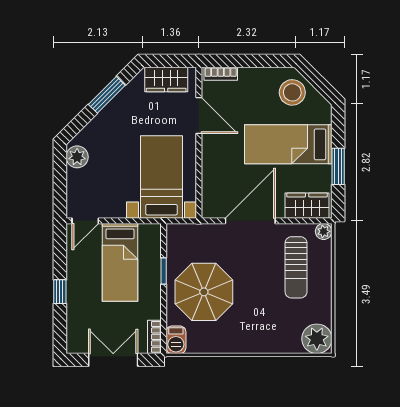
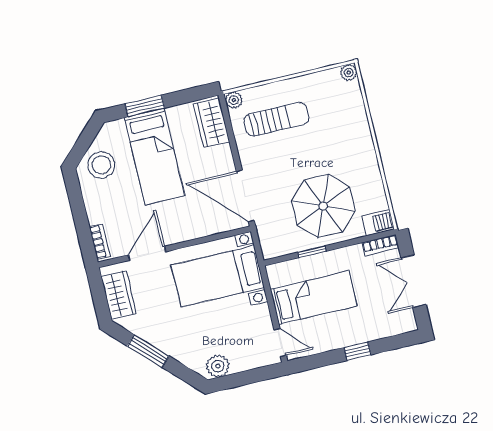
window: (338, 166) -> (145, 106), moved
door: (250, 221) -> (245, 196), moved
plant: (317, 339) -> (349, 72), width x0.53, depth x0.53

